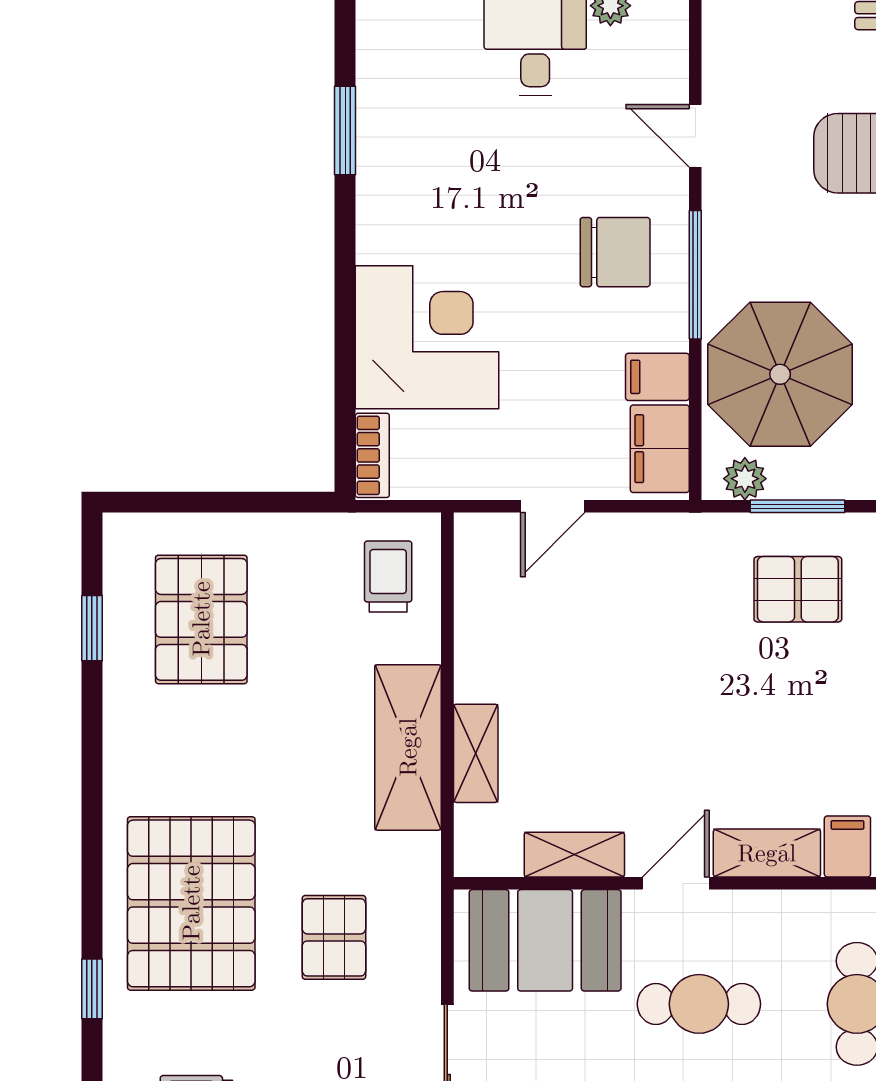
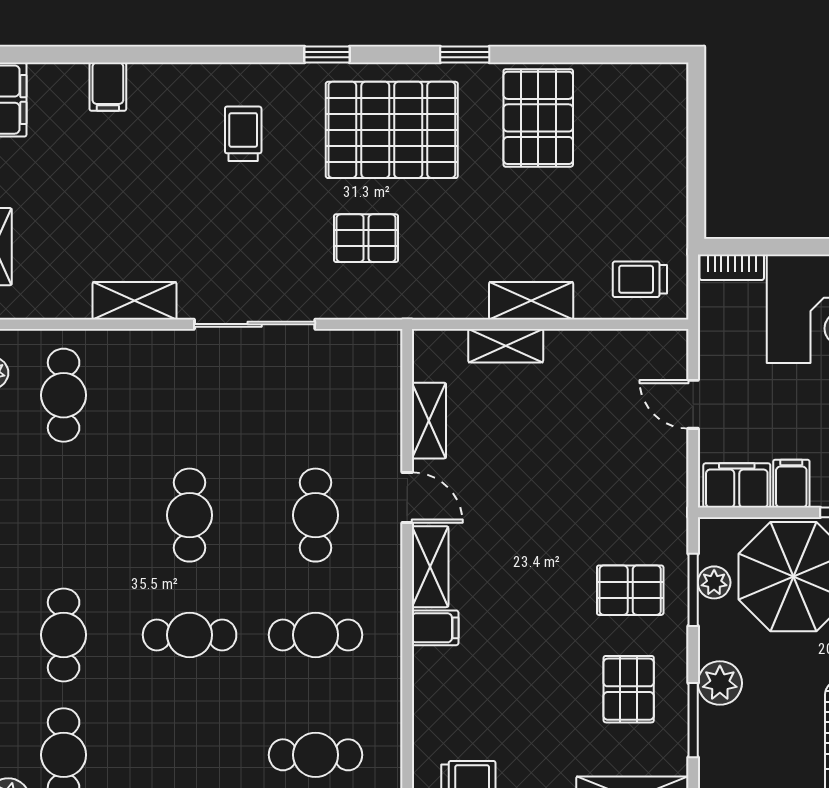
plant: (745, 479) -> (714, 582), moved
trolley: (388, 576) -> (640, 279), turned 180
pallet: (798, 589) -> (630, 590), turned 90
pallet: (201, 619) -> (538, 118), moved, turned 90
window: (92, 628) -> (465, 55), moved
shelving: (408, 747) -> (531, 301), width x0.67, depth x0.75
booth: (545, 940) -> (364, 398), removed

